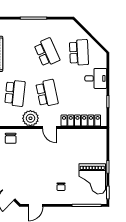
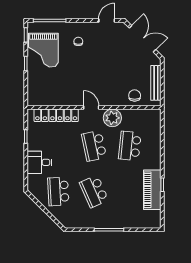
grand piano: (92, 179) -> (43, 50), turned 180

